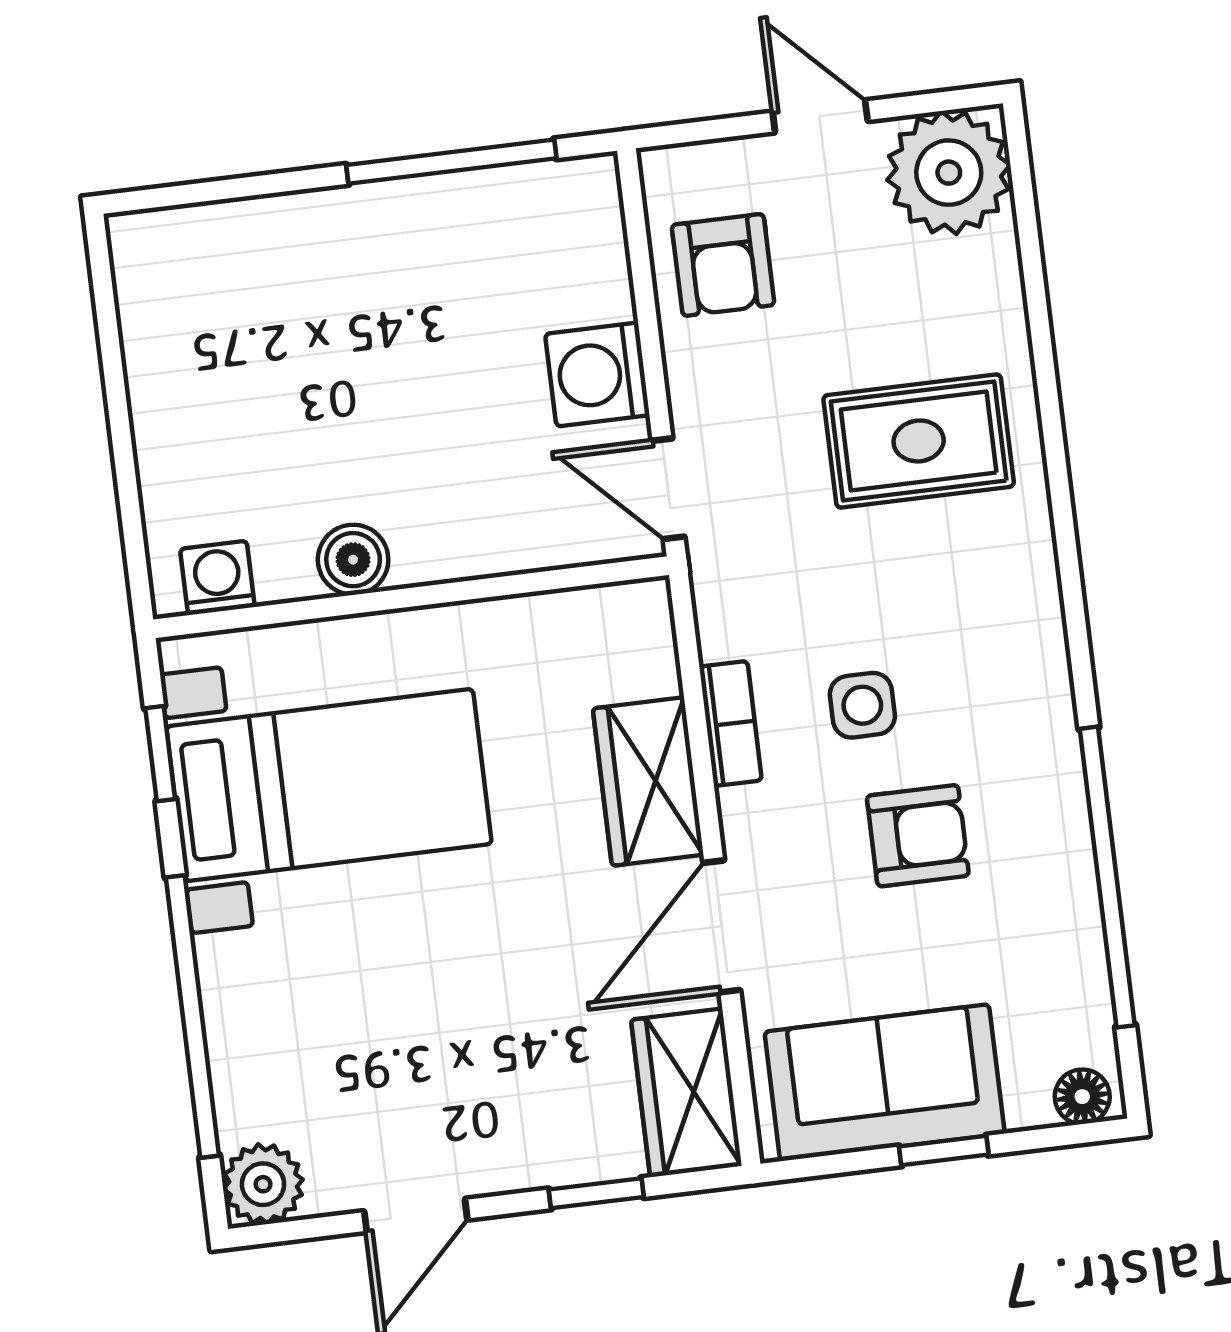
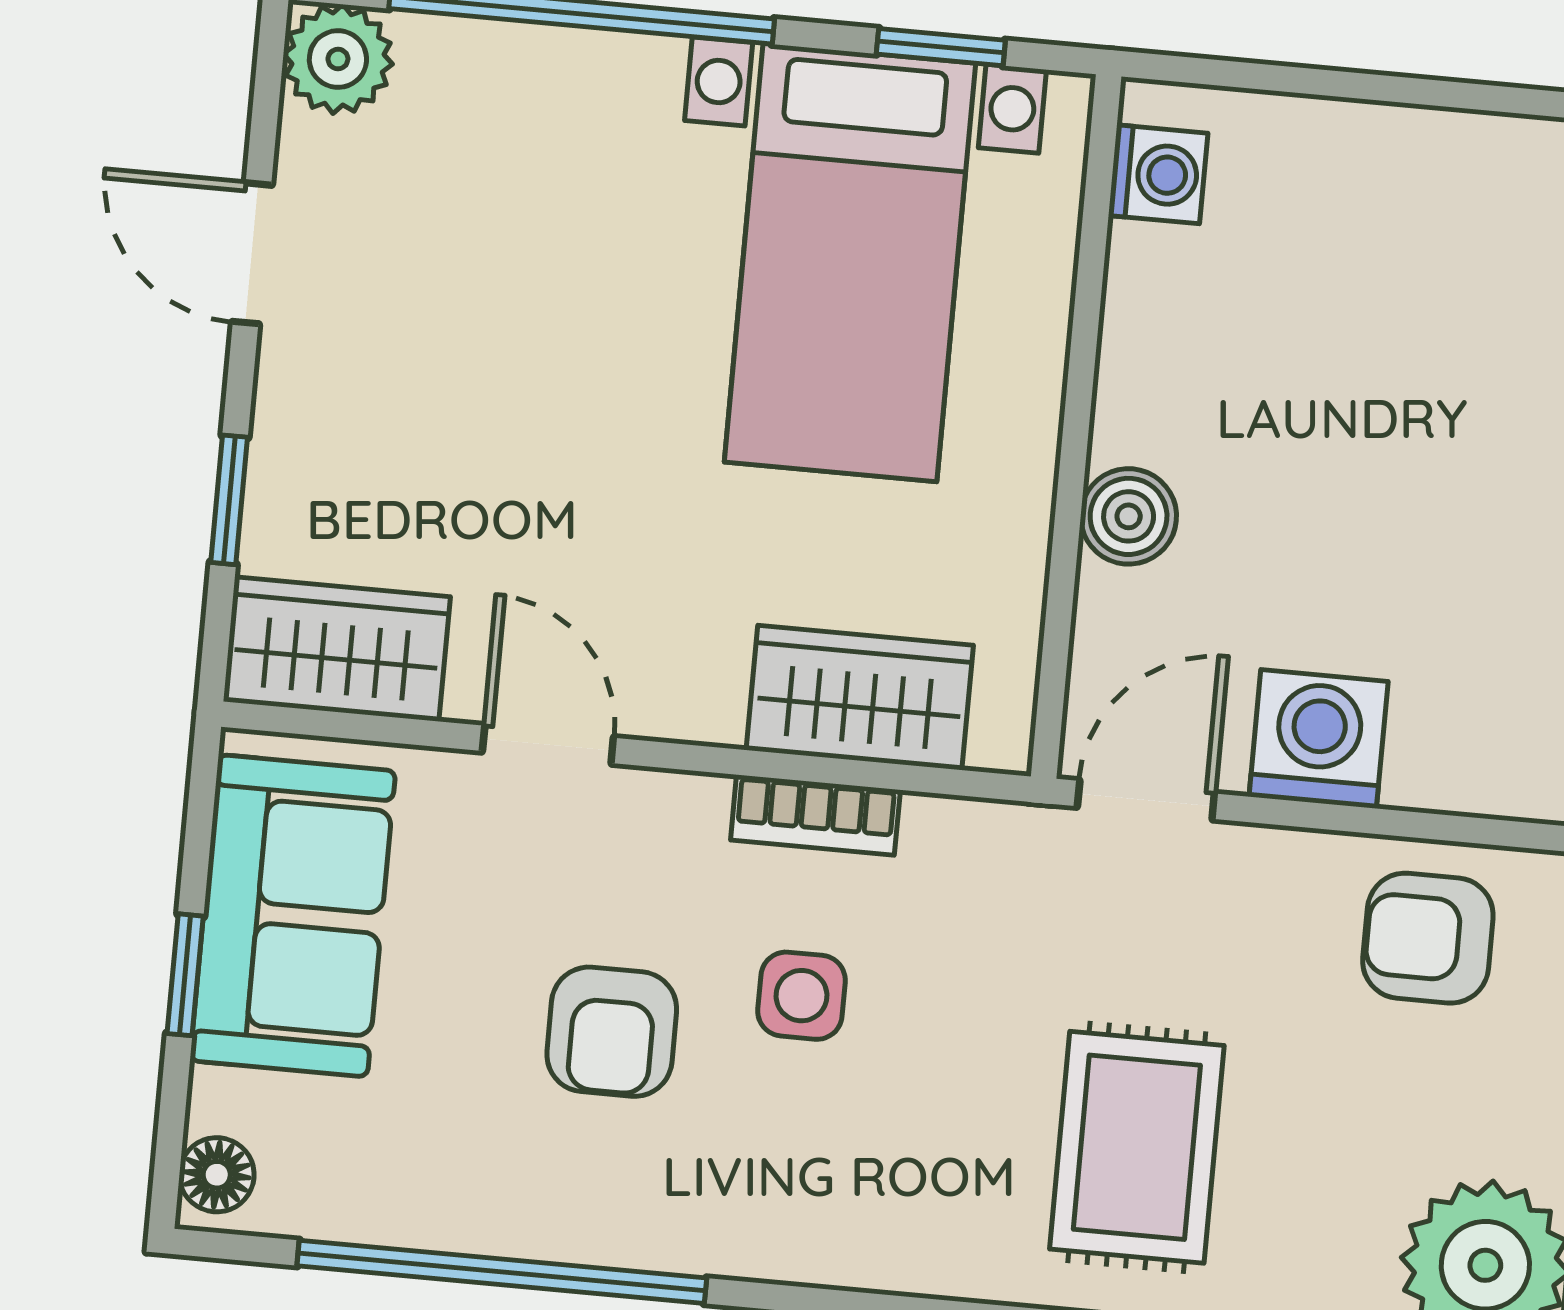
boiler: (353, 560) -> (1129, 516), moved
wardrobe: (648, 782) -> (860, 698), moved
door: (722, 926) -> (548, 744), width x0.73

